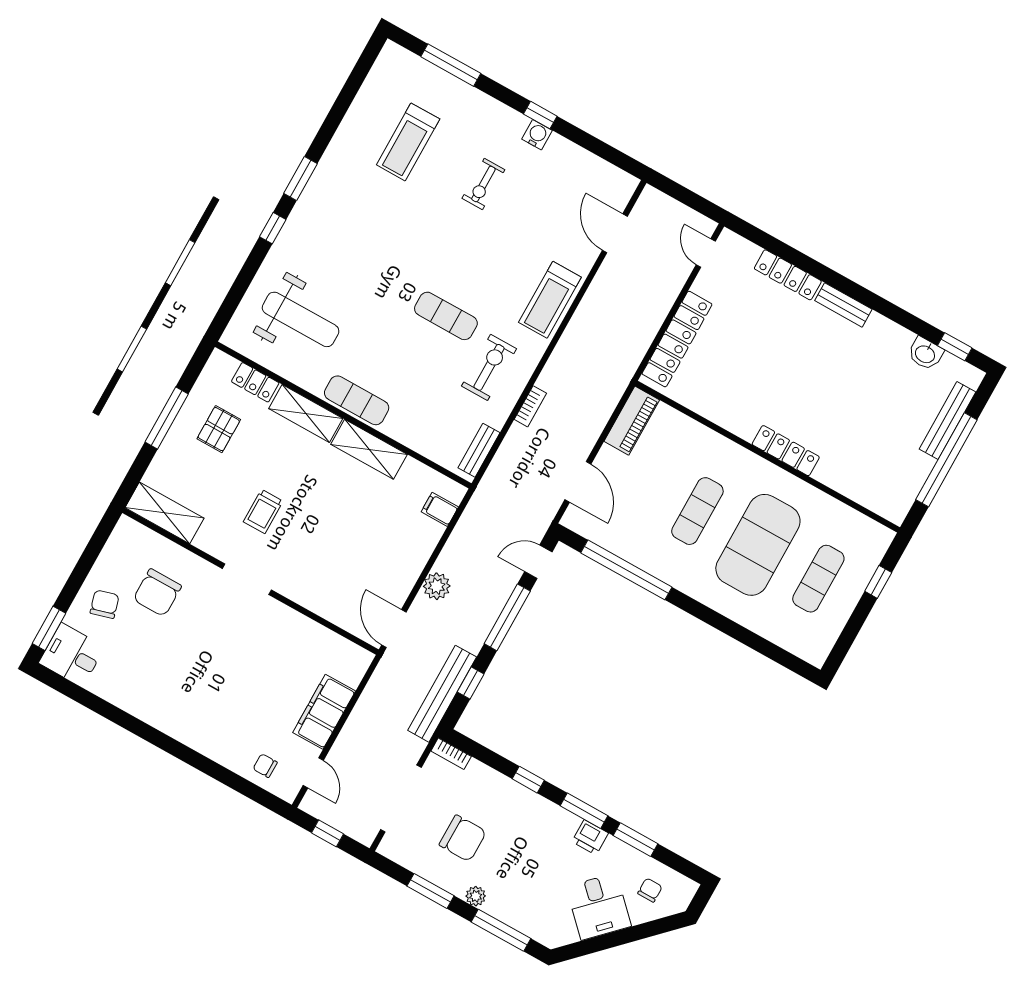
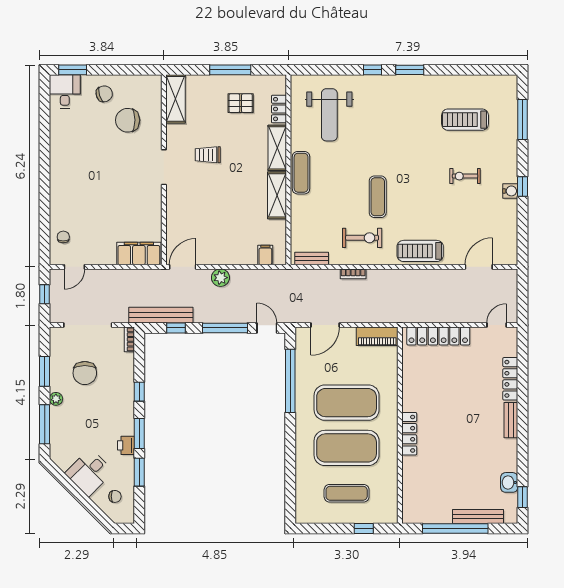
exercise mat: (697, 511) -> (347, 403), width x2.00, depth x1.45
filing cabinet: (324, 712) -> (139, 254), moved

